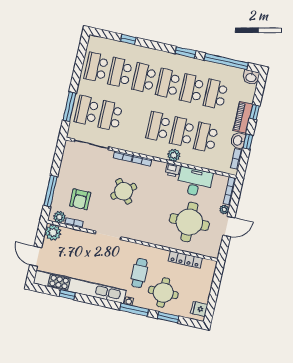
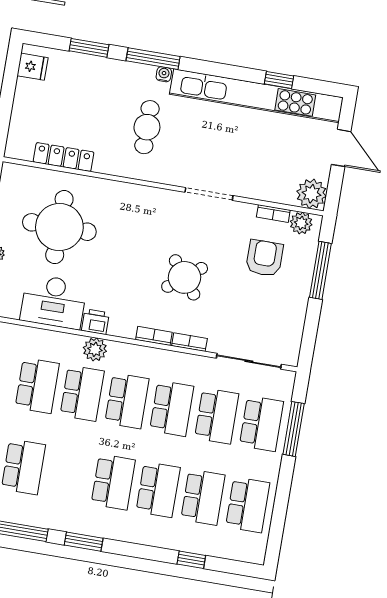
school desk: (192, 89) -> (172, 408), moved
round table: (163, 293) -> (101, 93), removed

